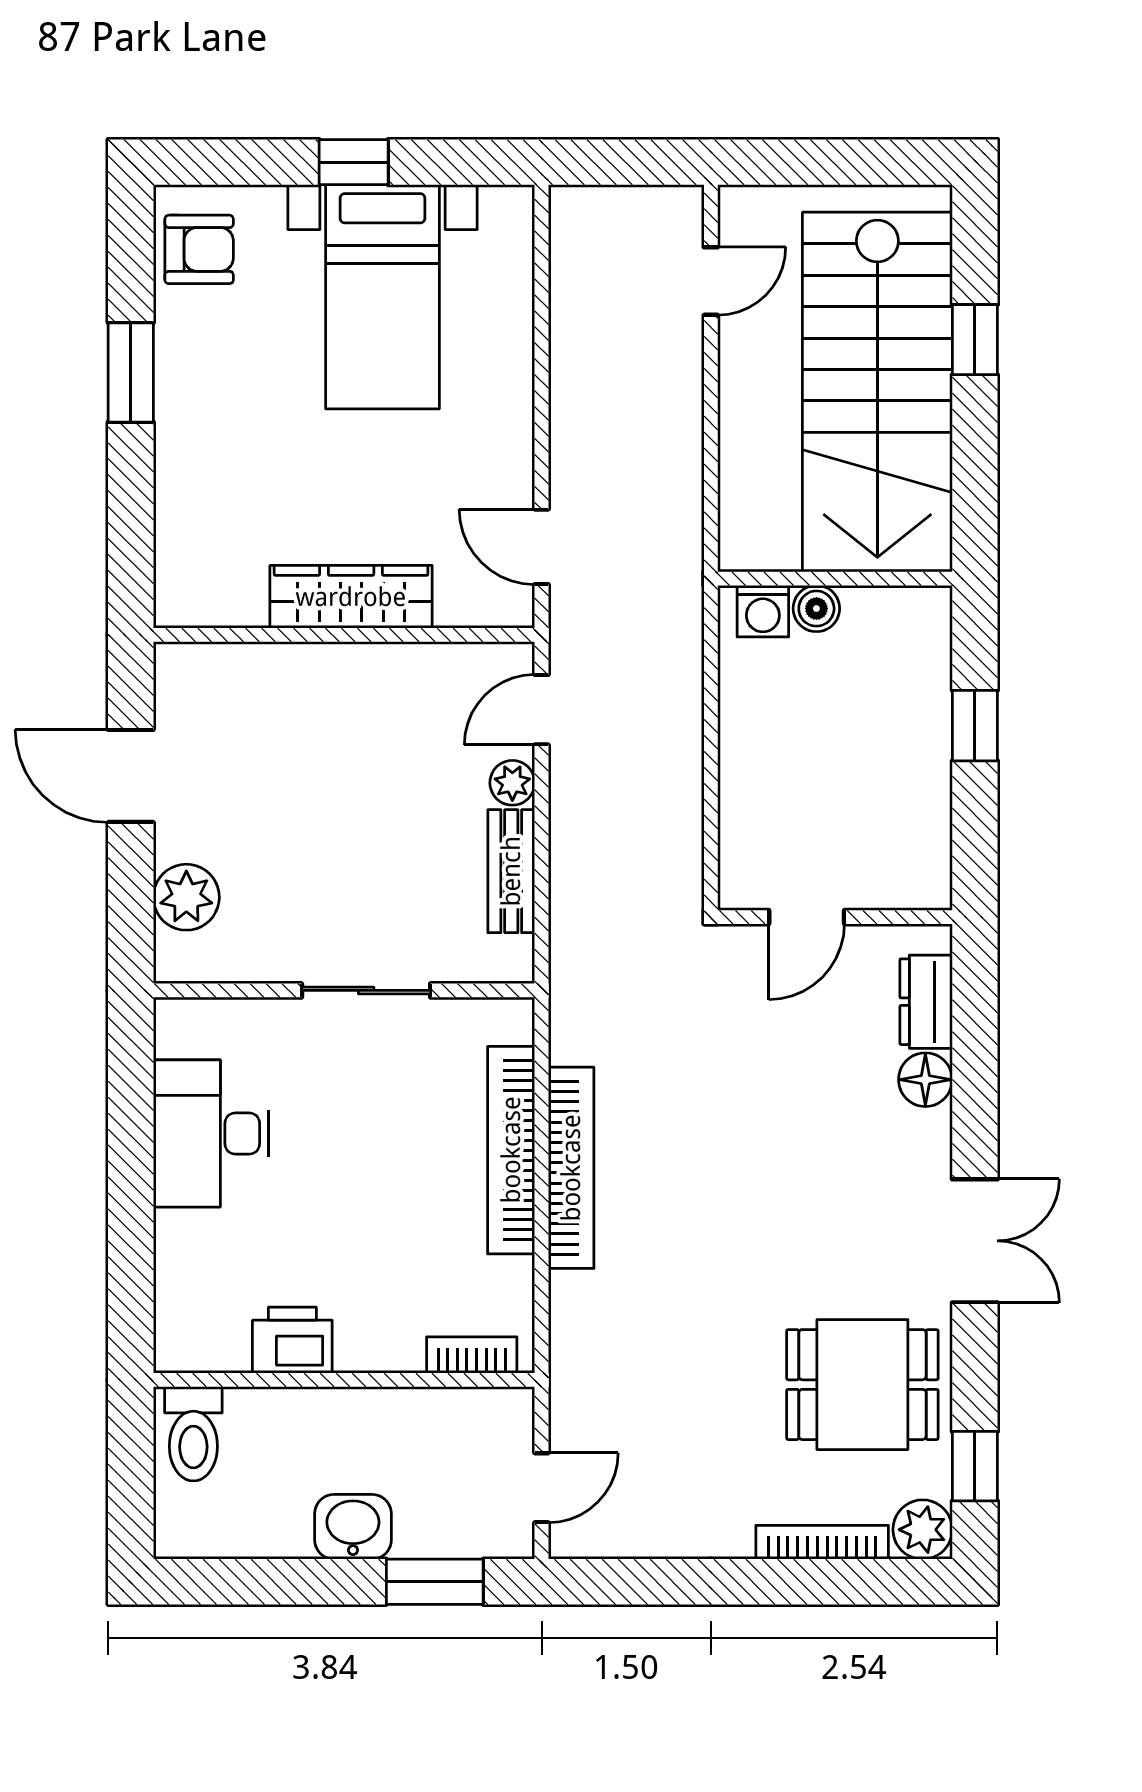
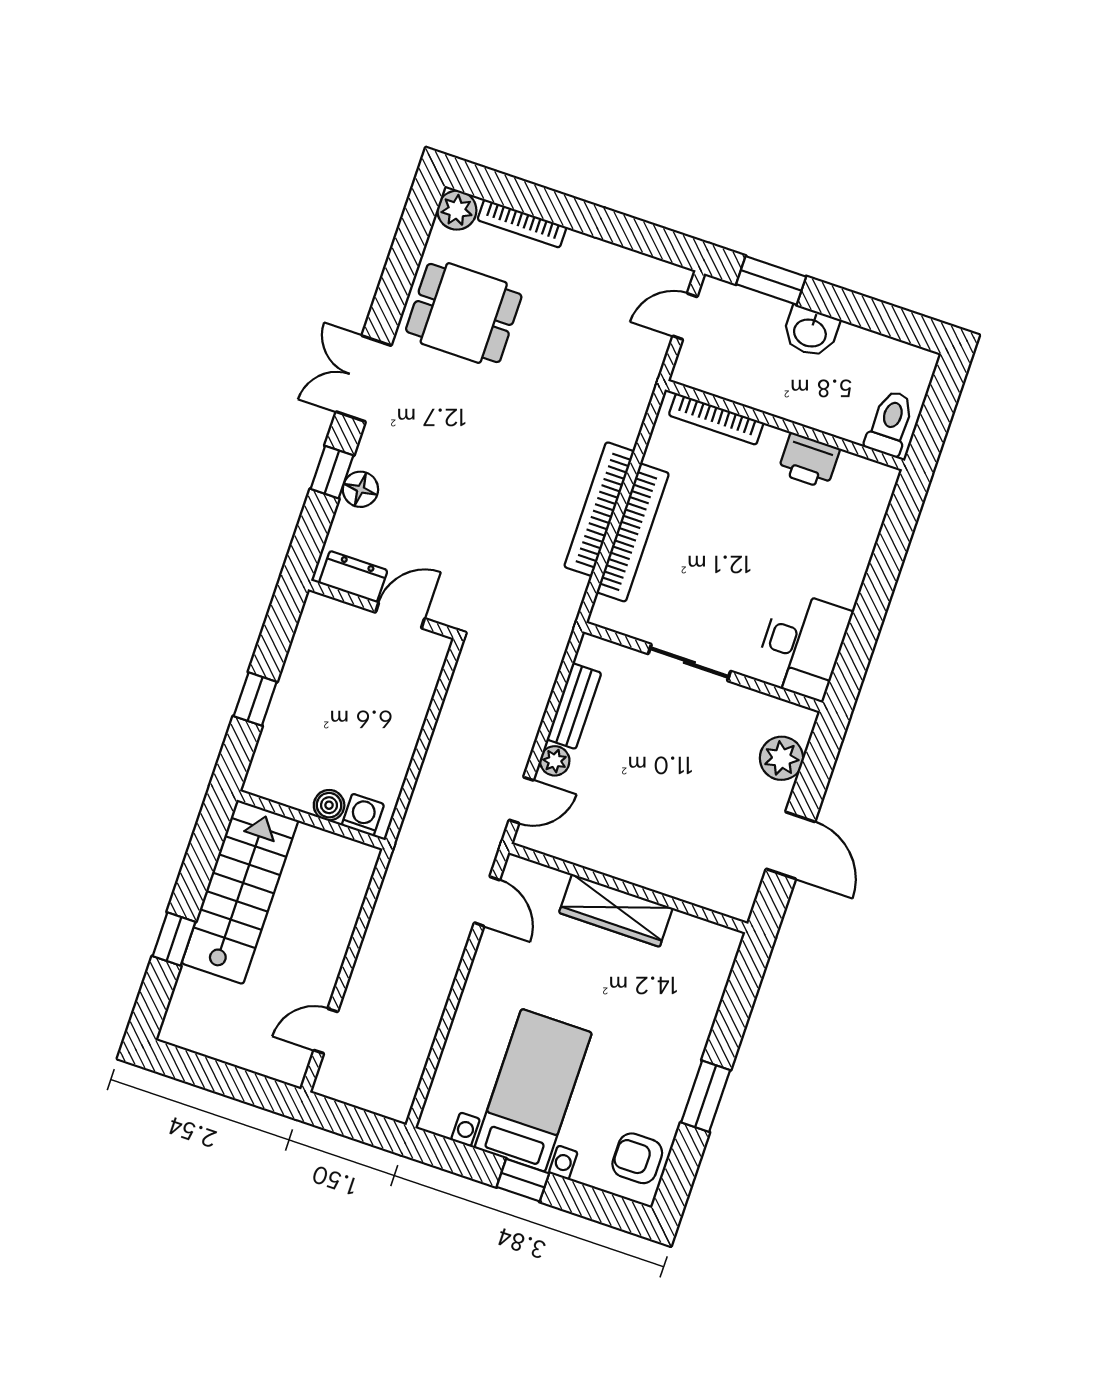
stairs: (877, 392) -> (240, 892), width x0.73, depth x0.66
dresser: (926, 1002) -> (353, 577), moved, turned -90
desk: (211, 1134) -> (803, 645), moved
bookcase: (472, 1355) -> (716, 419), width x1.56
window: (975, 1466) -> (332, 472), moved

